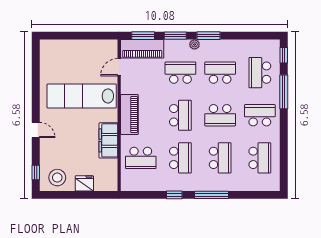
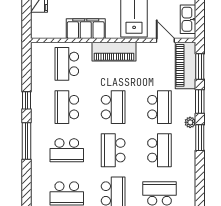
kitchen sink: (100, 46) -> (188, 19), added
school desk: (180, 115) -> (113, 107), turned -90
school desk: (180, 158) -> (67, 107), turned 90

